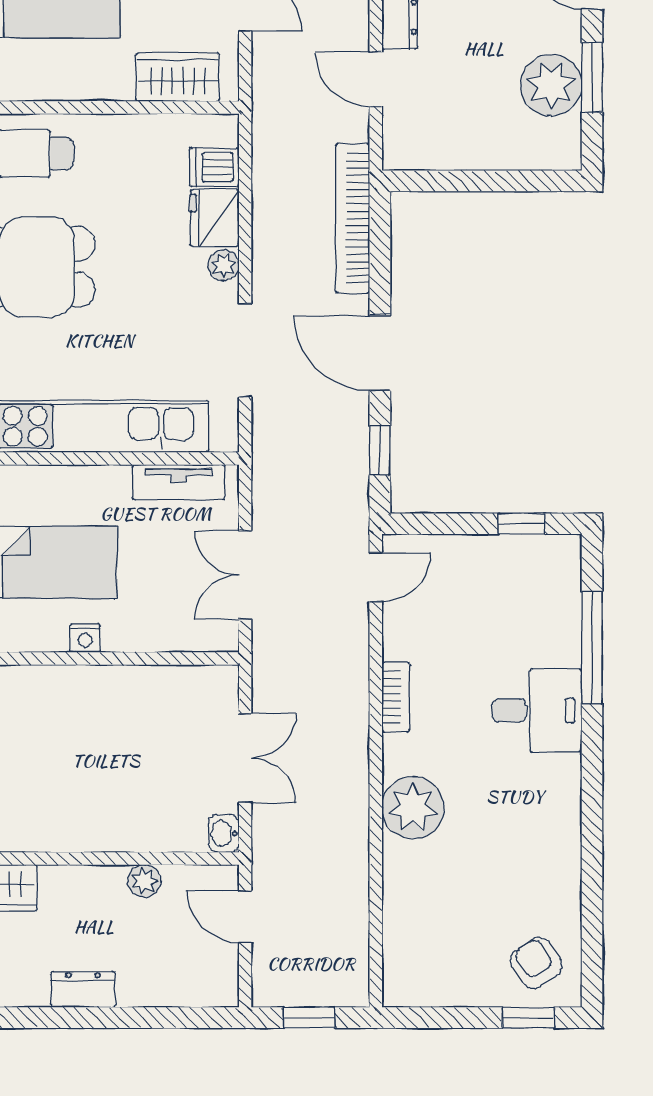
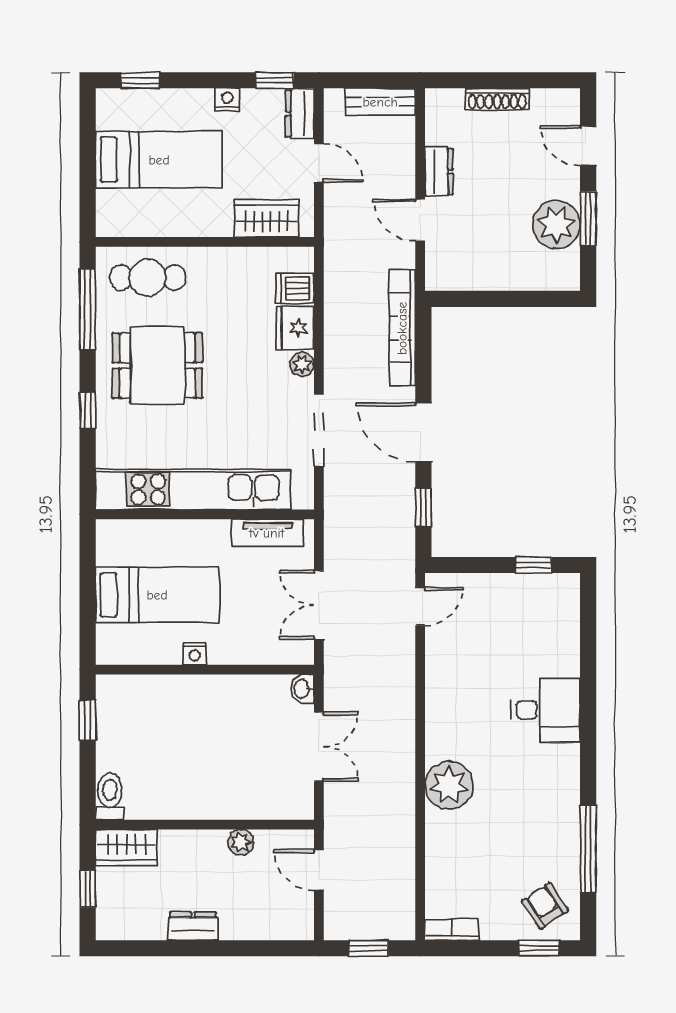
window: (592, 647) -> (588, 849), moved
bookcase: (396, 697) -> (452, 930), moved, turned -90
washbasin: (224, 833) -> (302, 689), moved

